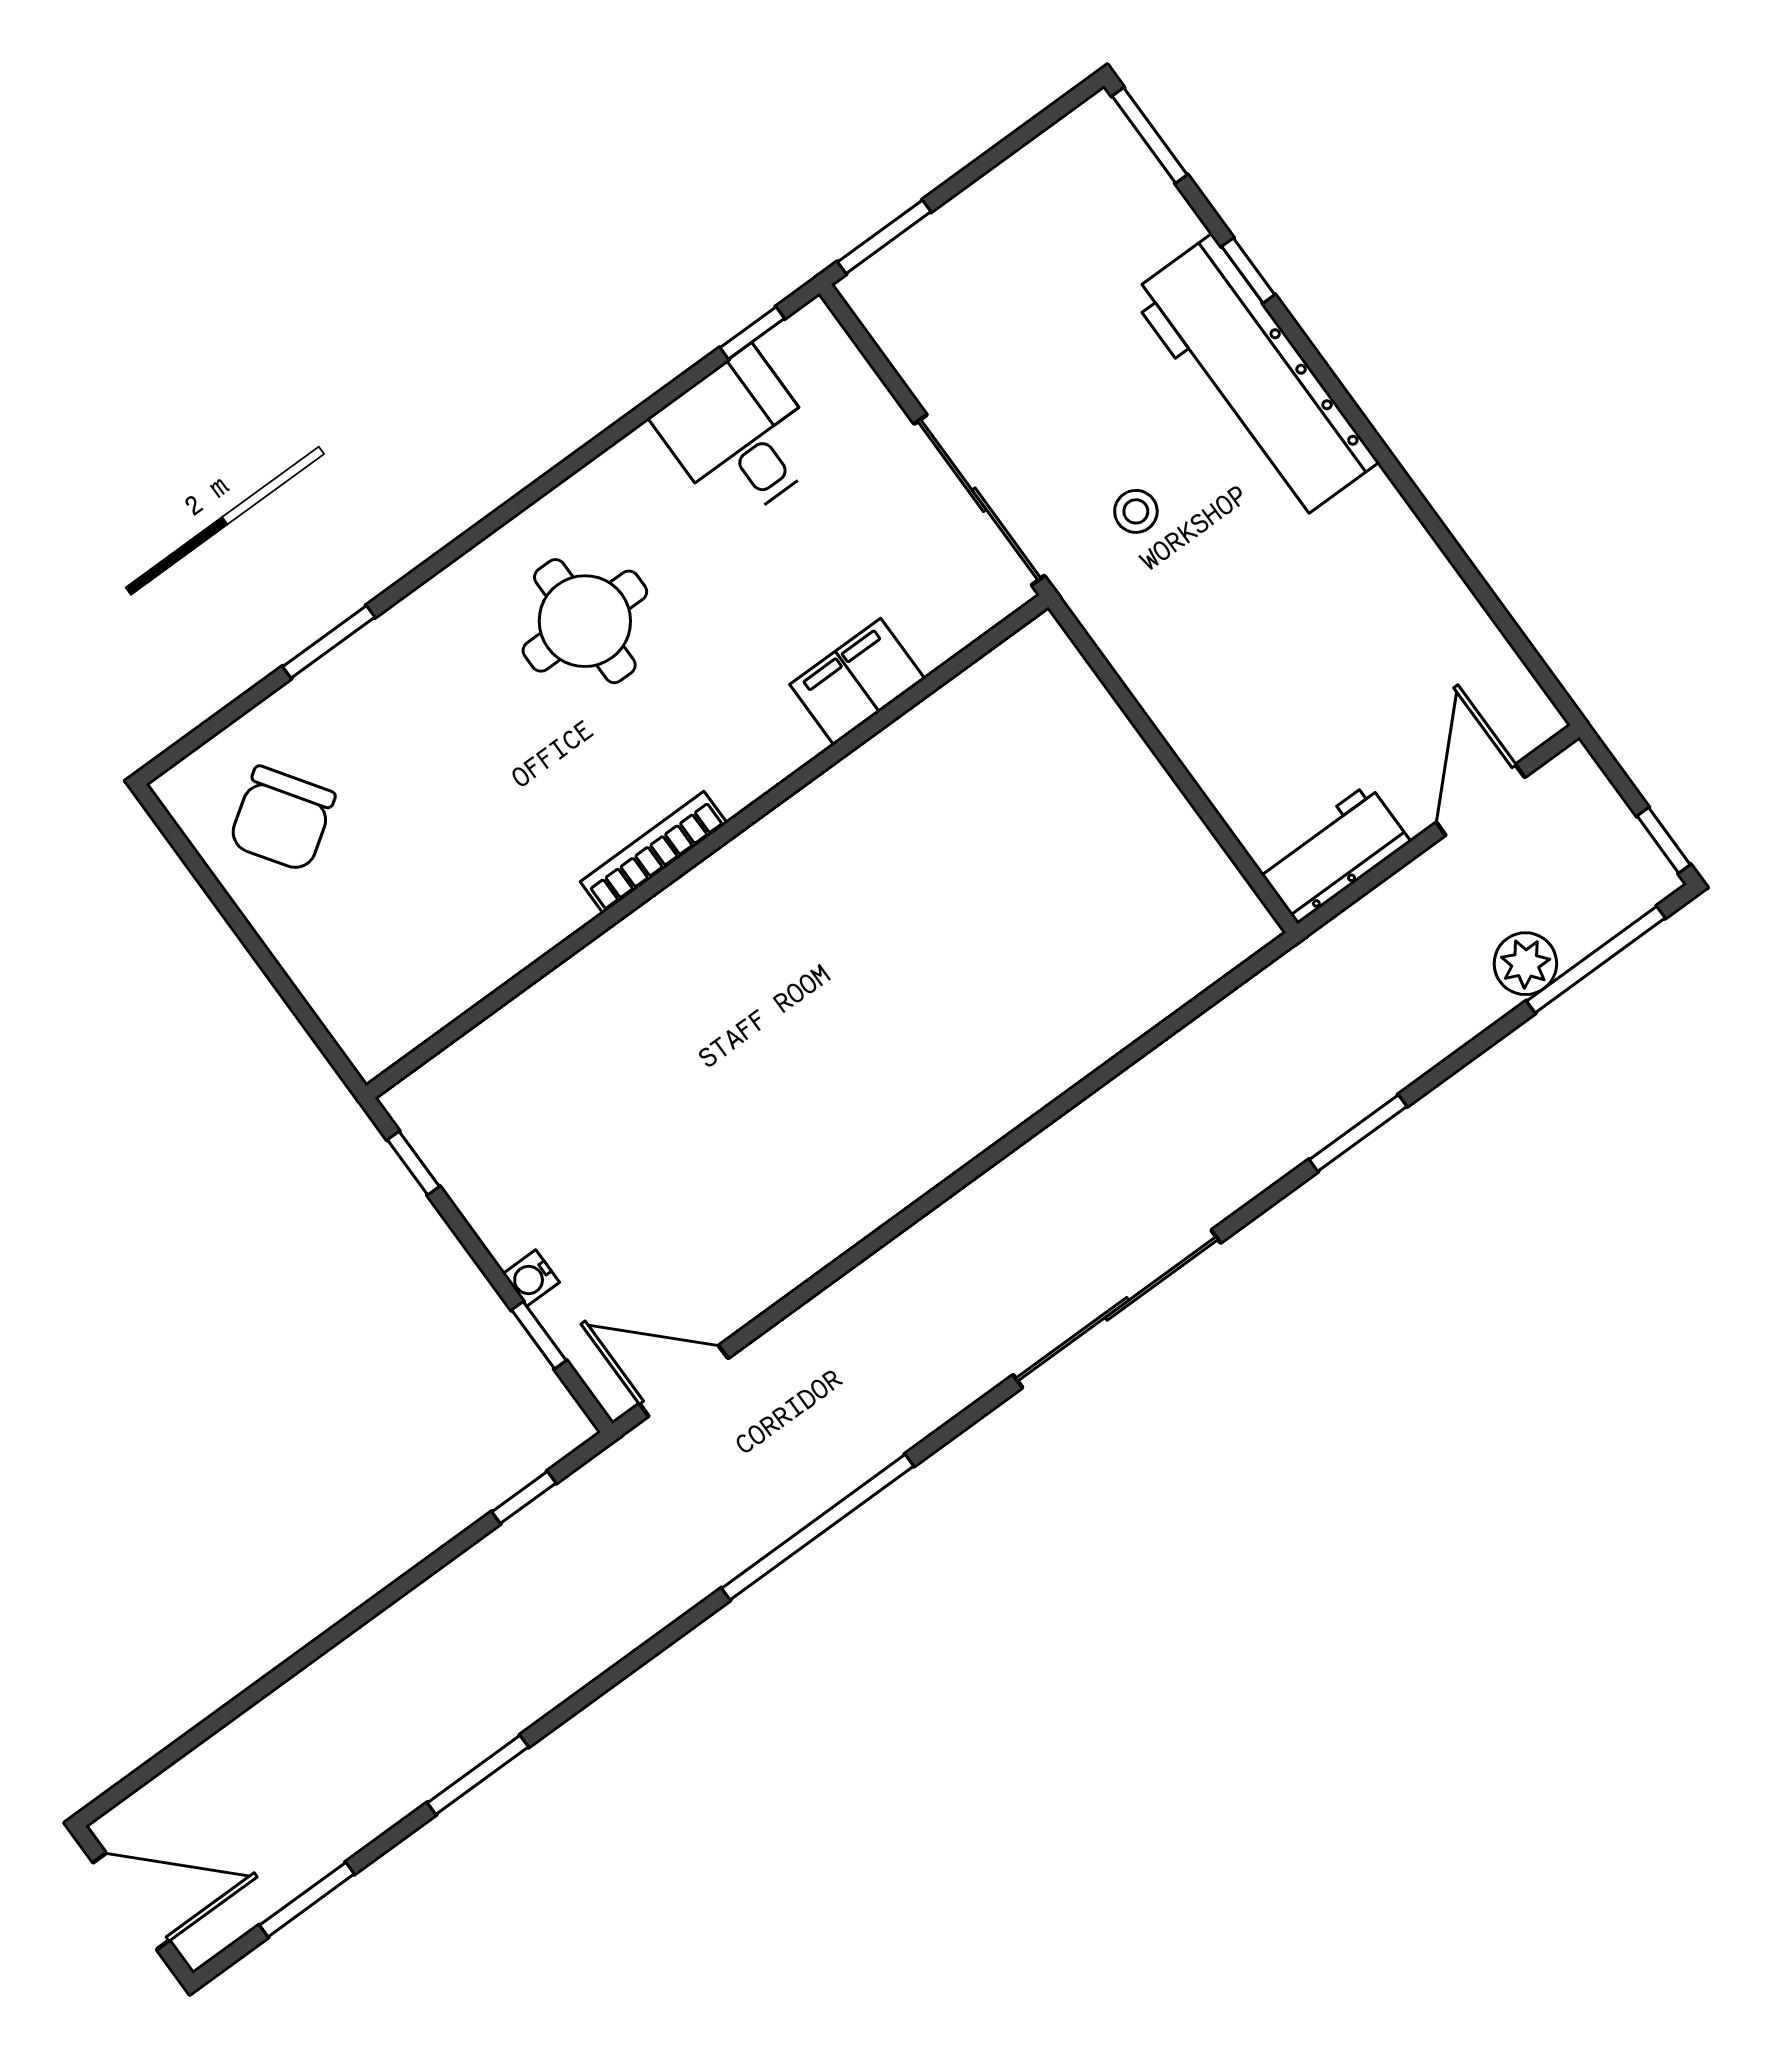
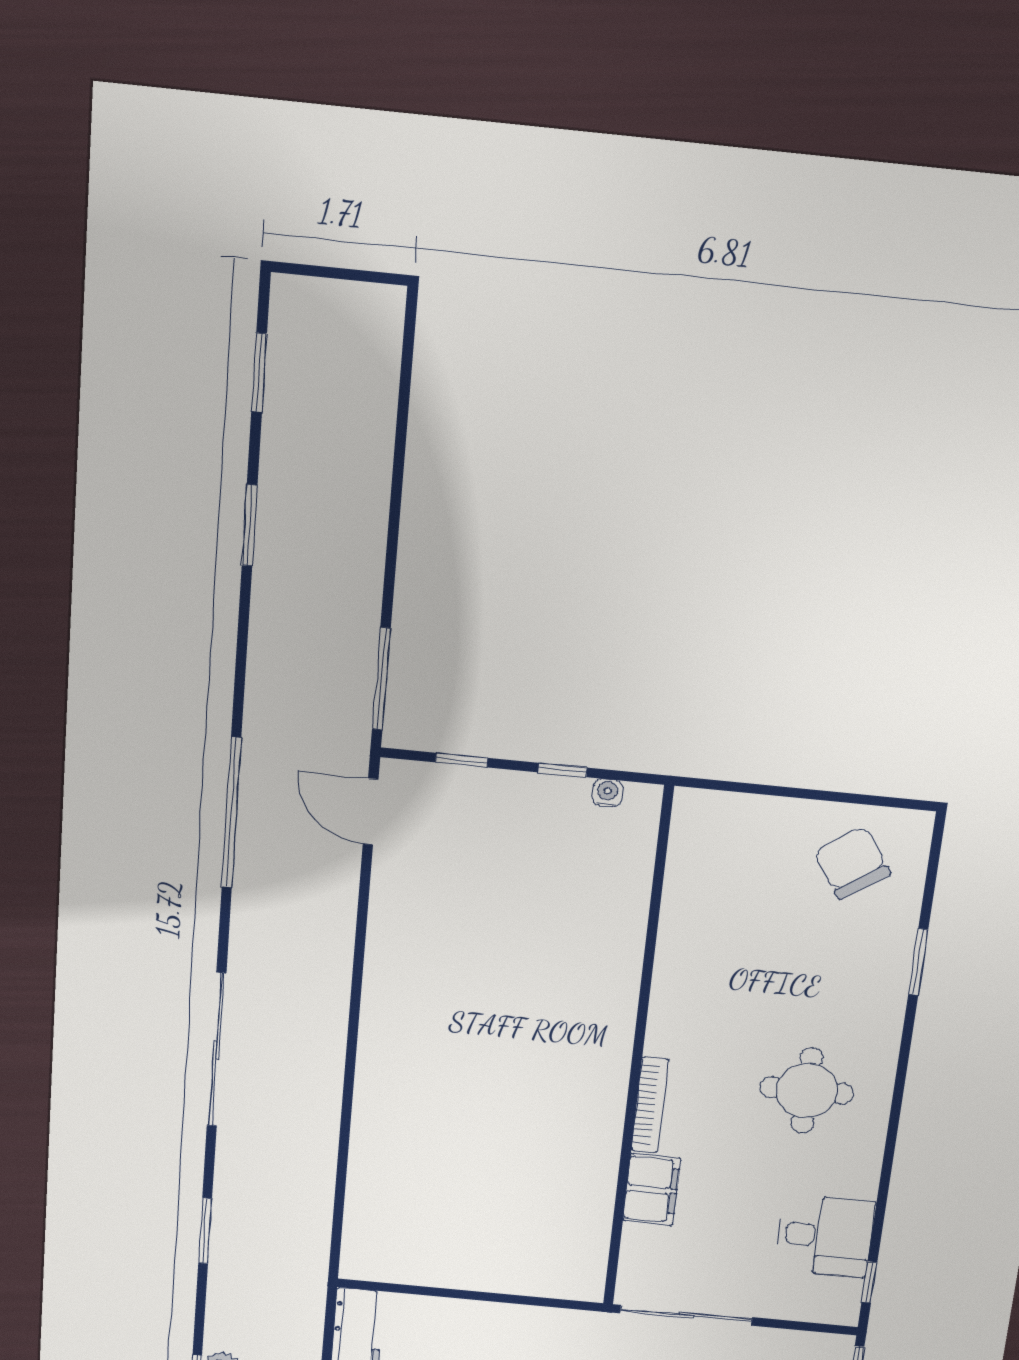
bookcase: (654, 852) -> (650, 1105), moved
window: (413, 1163) -> (563, 770), moved
water cooler: (531, 1278) -> (608, 793), moved
door: (684, 1381) -> (371, 812), swing flipped
window: (524, 1497) -> (381, 679), width x2.17
door: (131, 1901) -> (342, 274), removed

